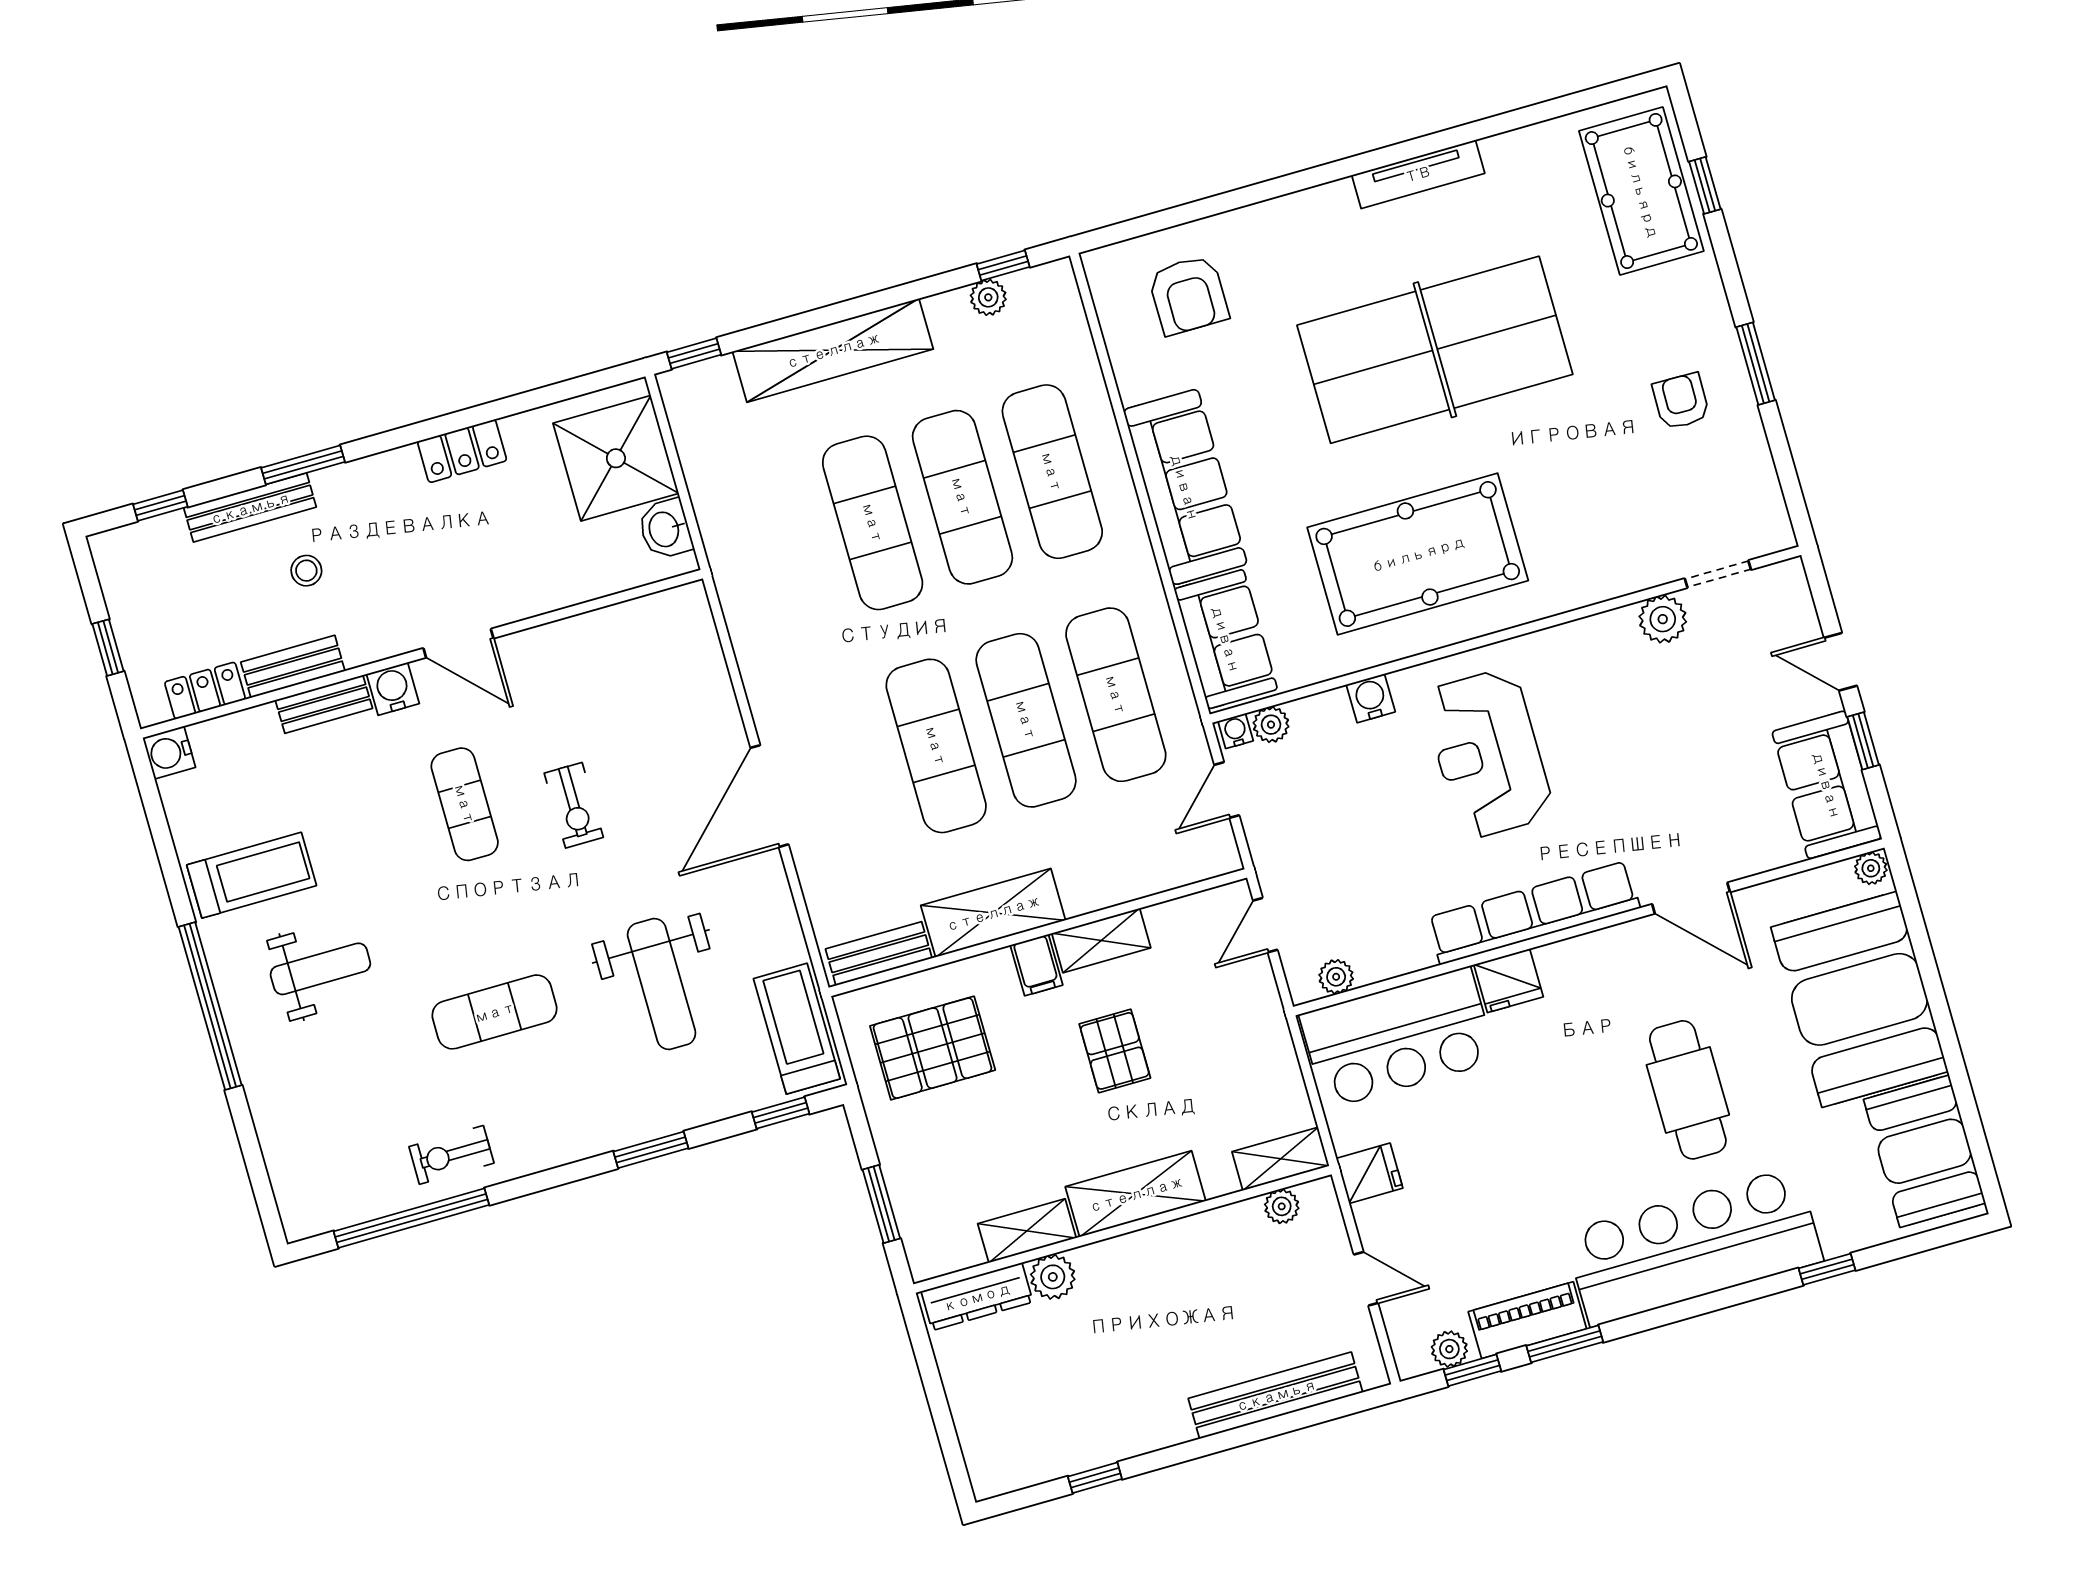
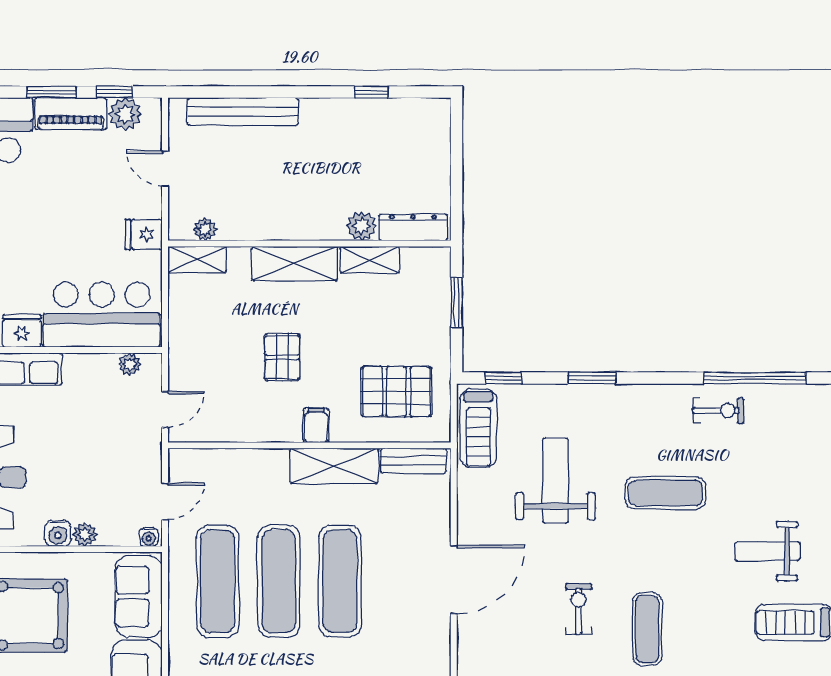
plant: (1271, 725) -> (85, 535), moved
shelving: (1101, 940) -> (271, 429), removed
plant: (1449, 1349) -> (125, 114), width x1.38, depth x1.38

